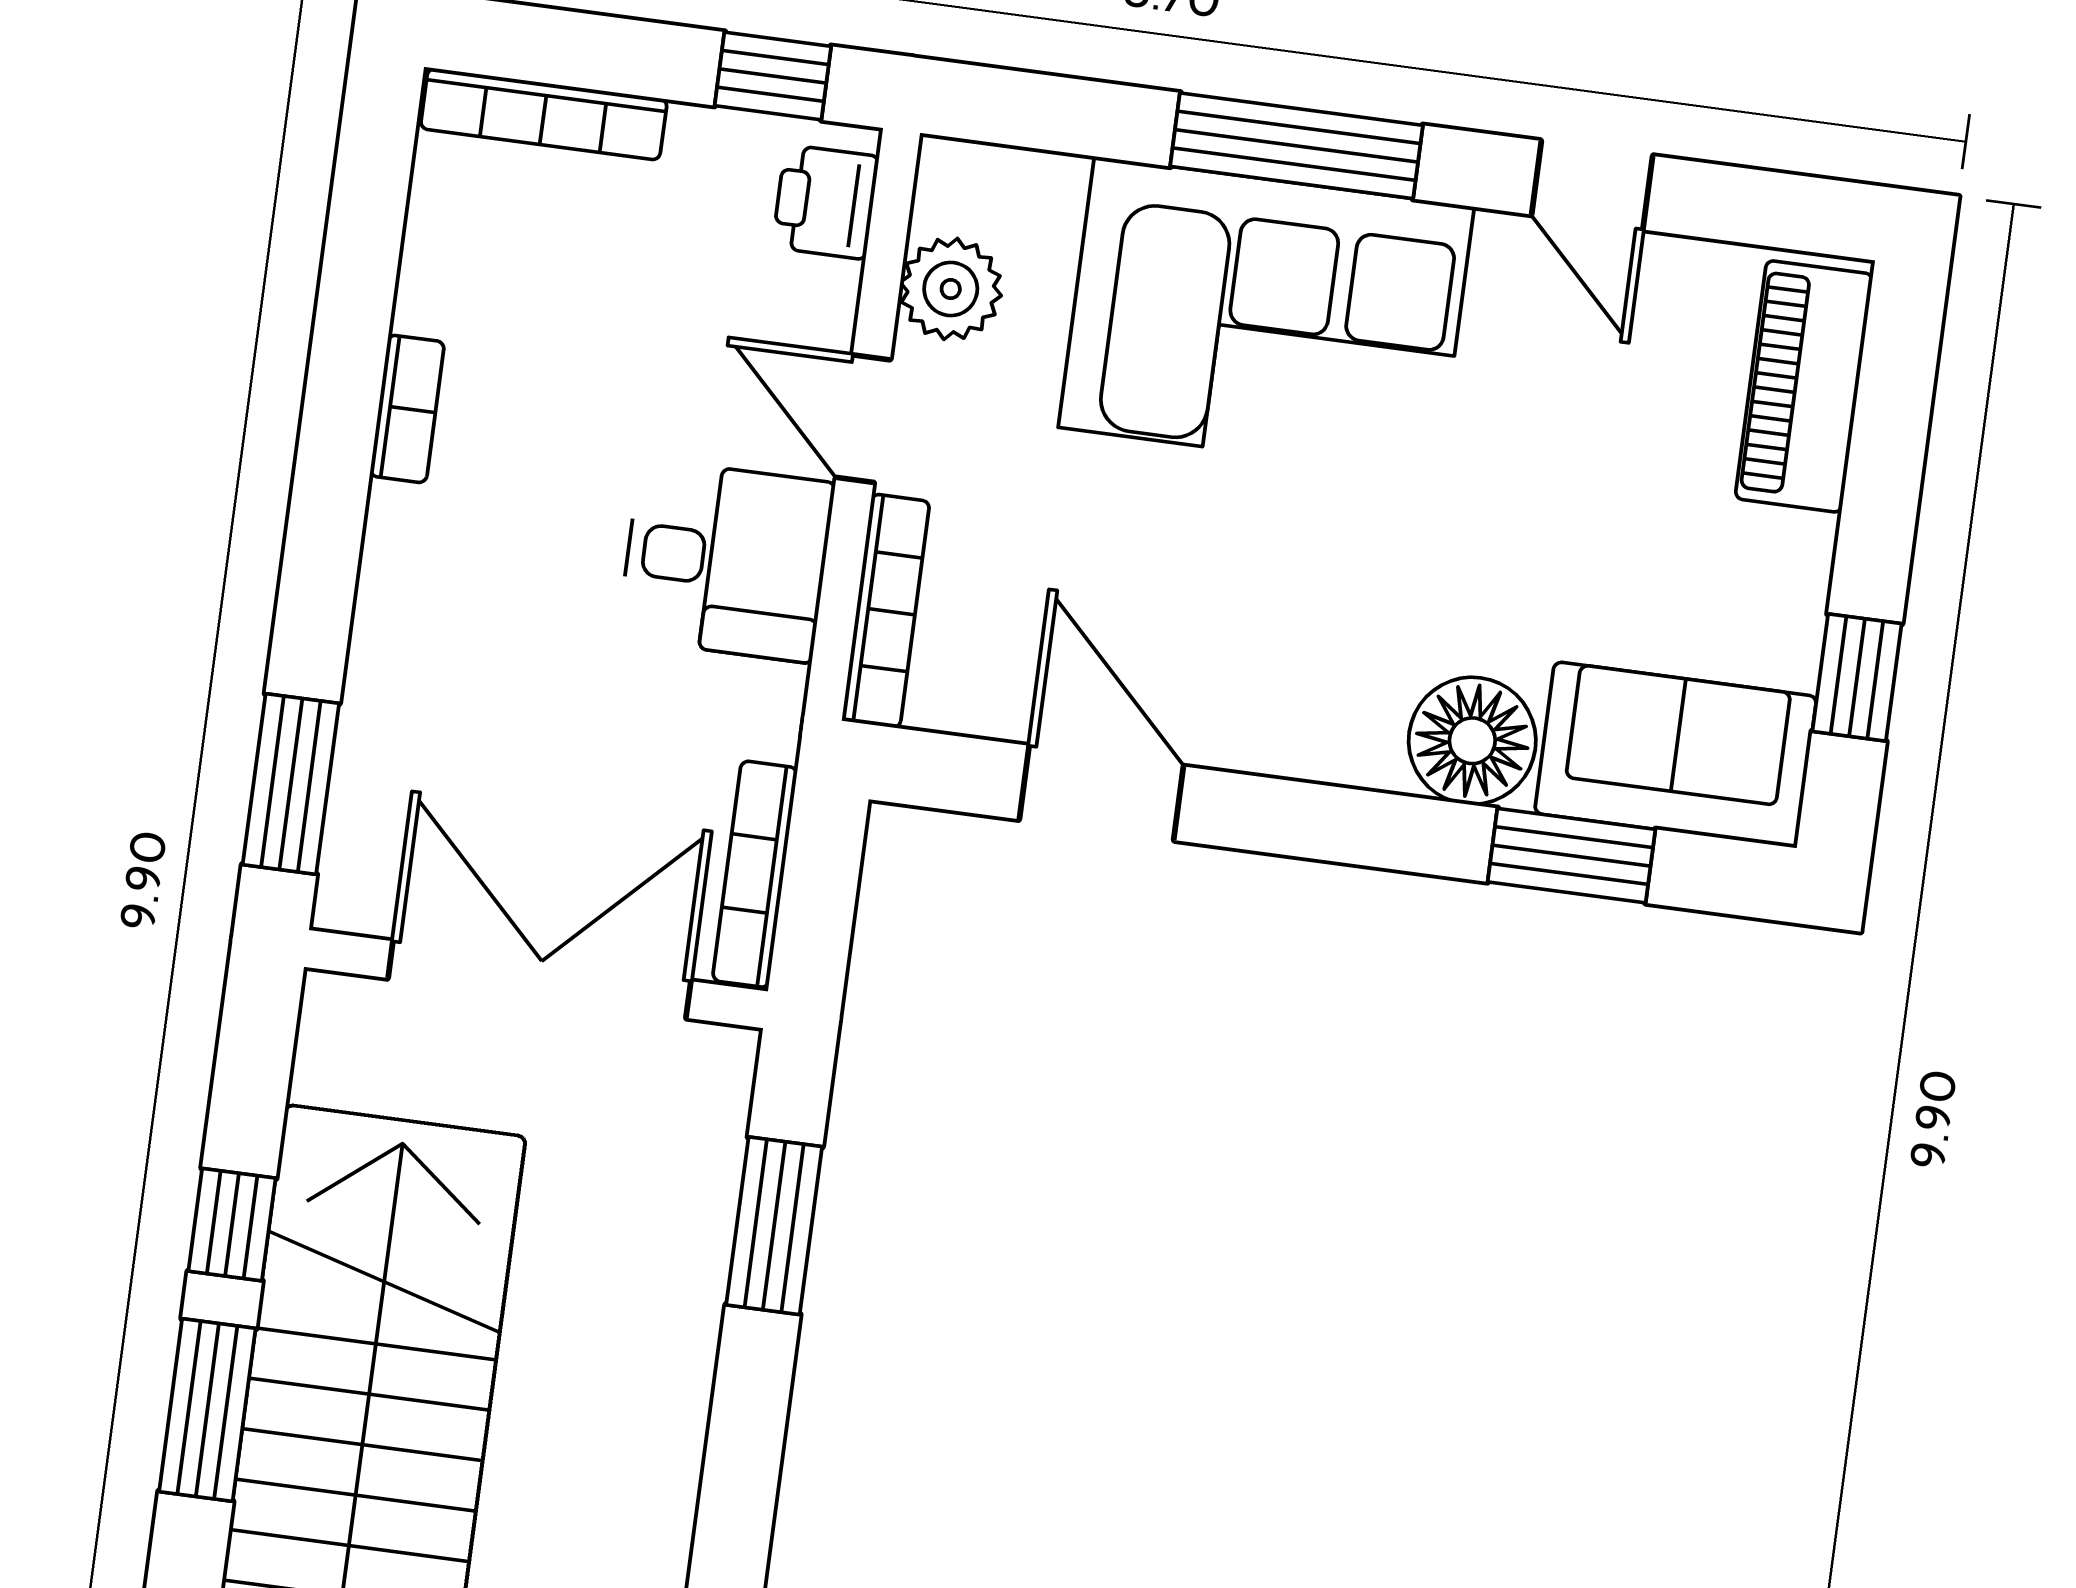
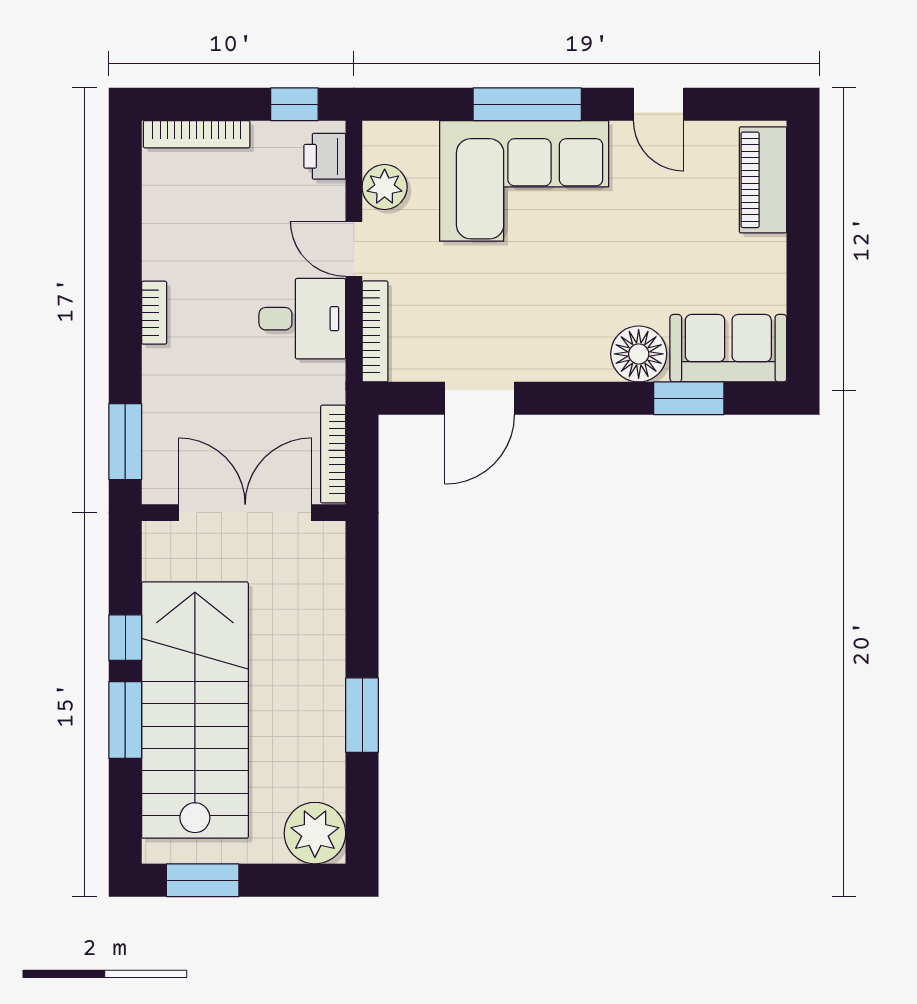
bookcase: (407, 409) -> (154, 313), moved
window: (1857, 678) -> (803, 304), removed
door: (1101, 793) -> (480, 398), swing flipped
window: (774, 1226) -> (362, 715), moved

